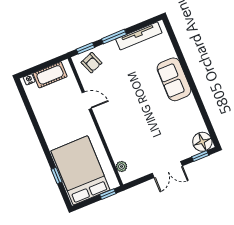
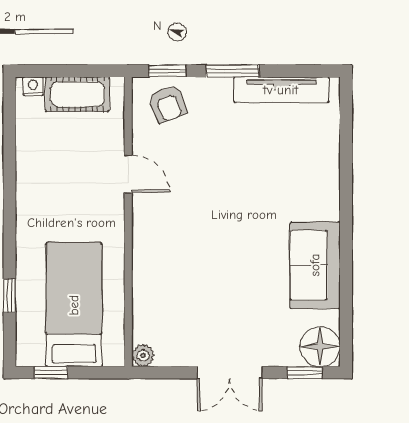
sofa: (174, 79) -> (315, 265), moved
plant: (122, 166) -> (143, 355), moved
bed: (80, 170) -> (74, 305), width x0.67
window: (108, 194) -> (51, 373), moved

